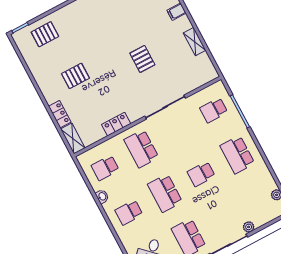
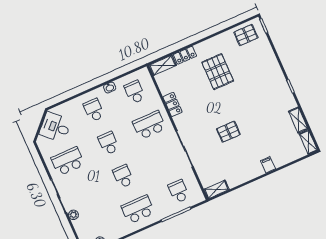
pallet: (45, 34) -> (246, 35), moved, turned 90
shelving: (195, 42) -> (216, 189), moved
pallet: (75, 76) -> (218, 72), width x1.50, depth x1.42
school desk: (165, 193) -> (109, 143), width x0.54

